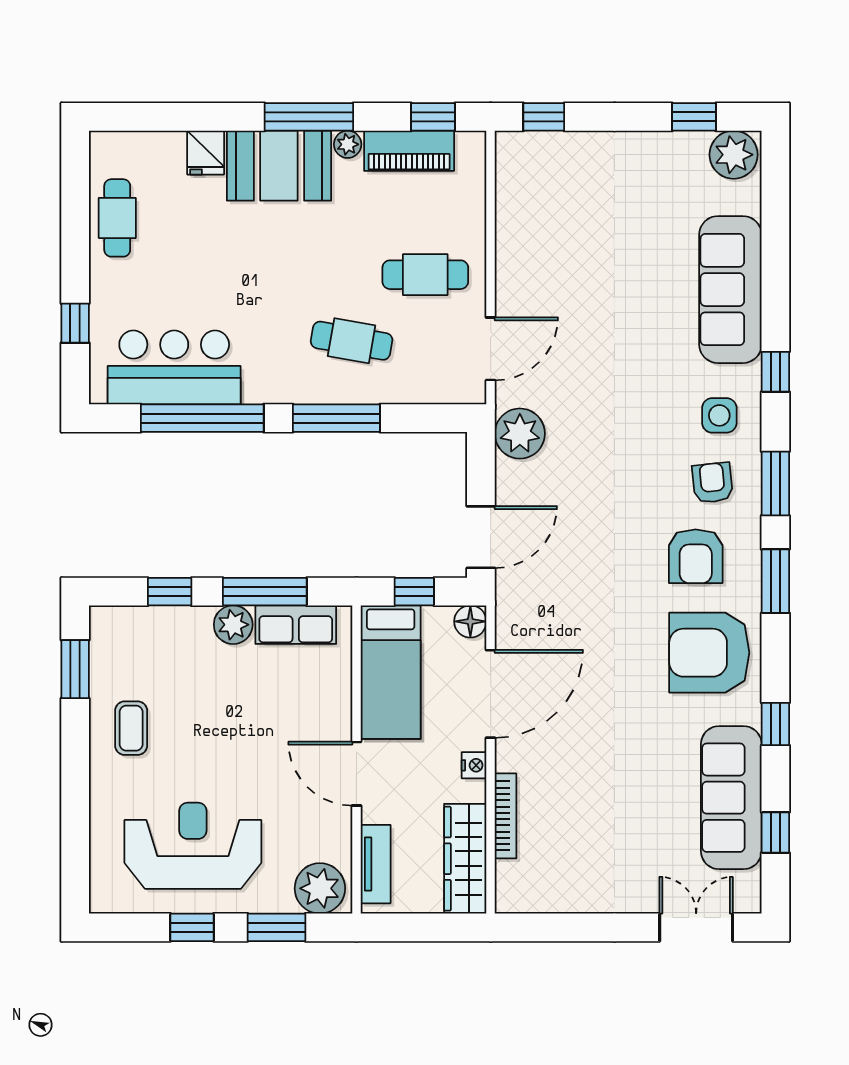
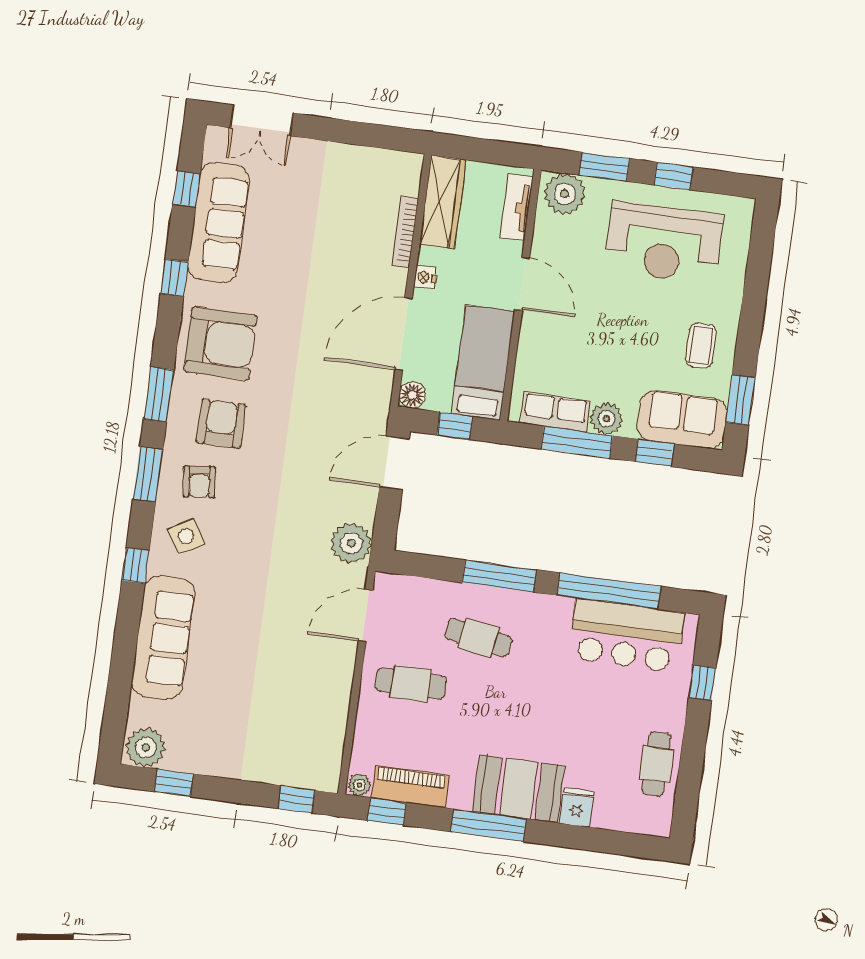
plant: (348, 144) -> (359, 785), moved
side table: (719, 415) -> (186, 536), turned -31
sofa: (142, 636) -> (682, 420), added

